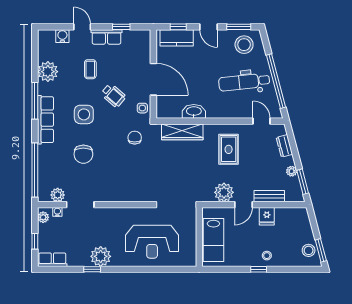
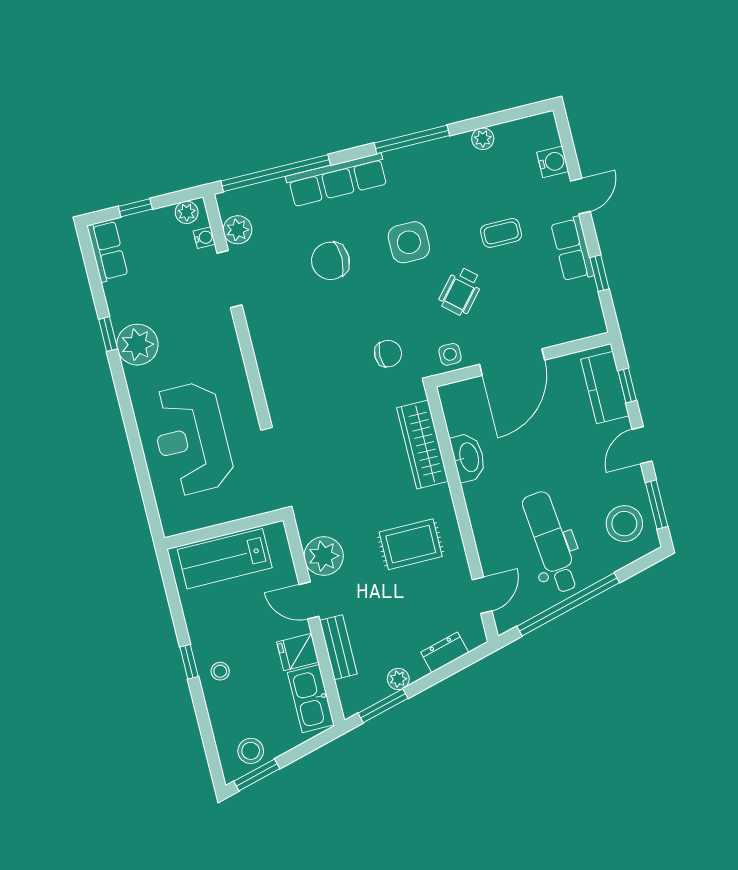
plant: (48, 72) -> (483, 139), width x0.53, depth x0.53
row of seats: (46, 120) -> (337, 180), moved
kitchen sink: (291, 215) -> (311, 699), added

